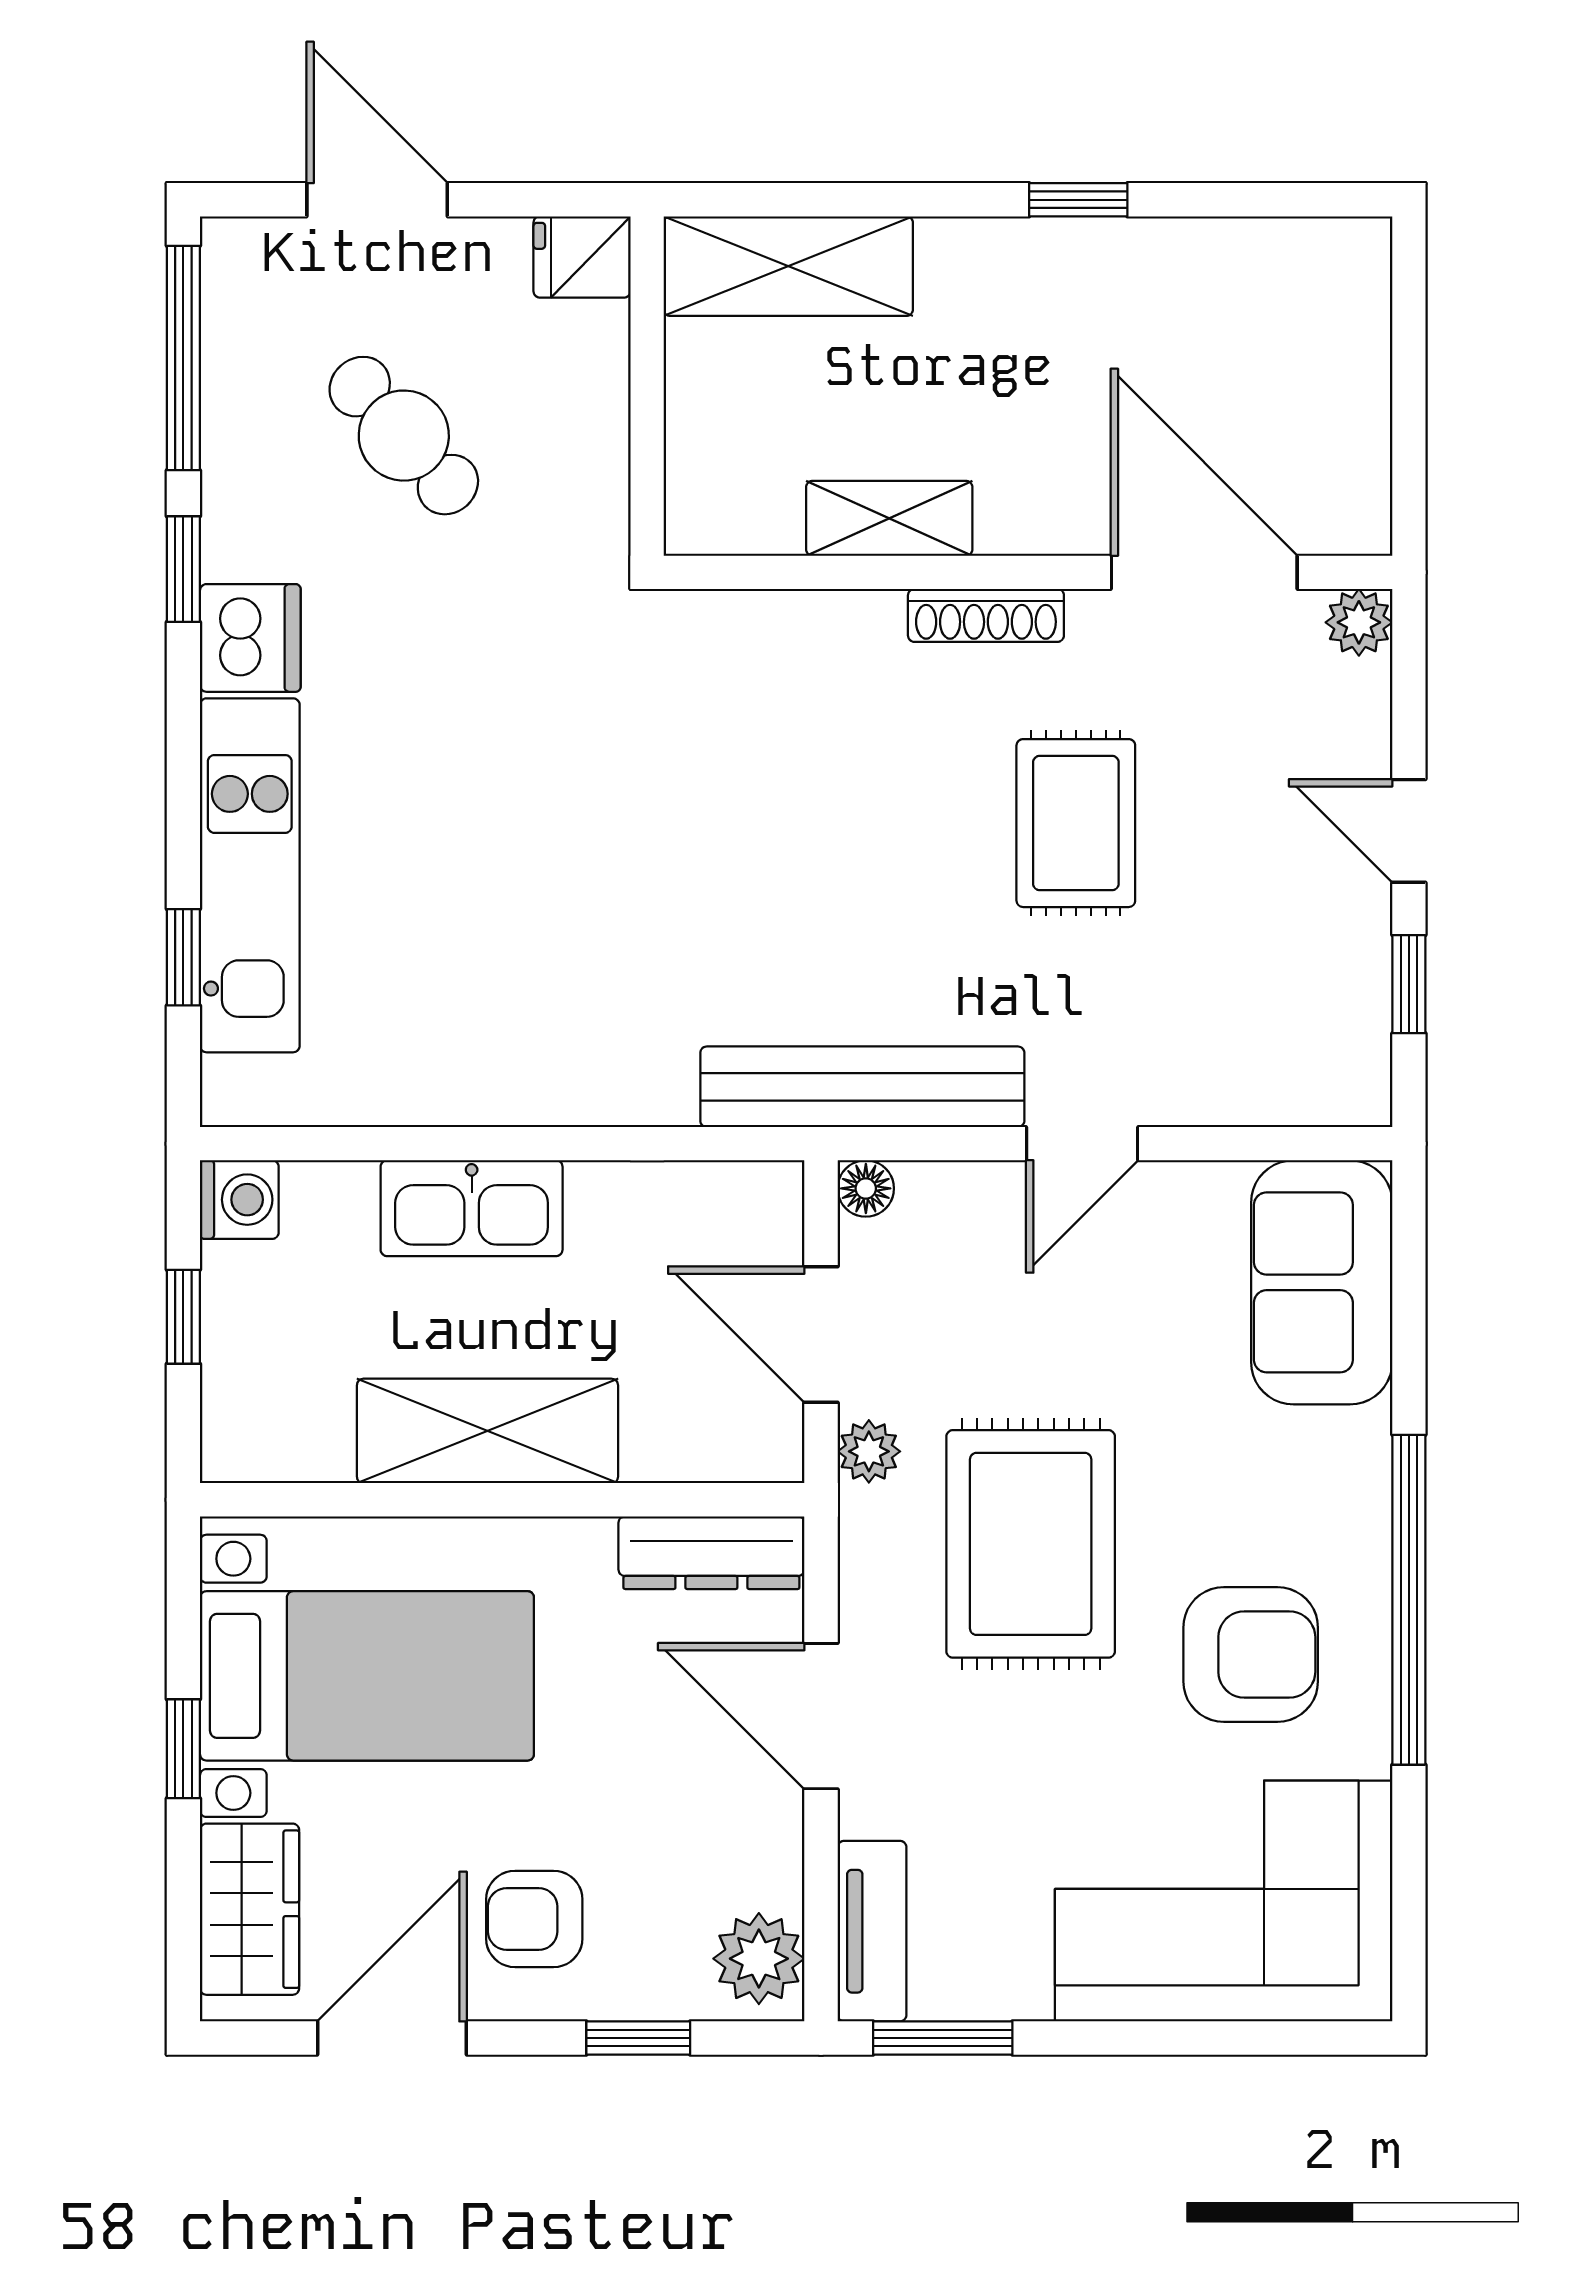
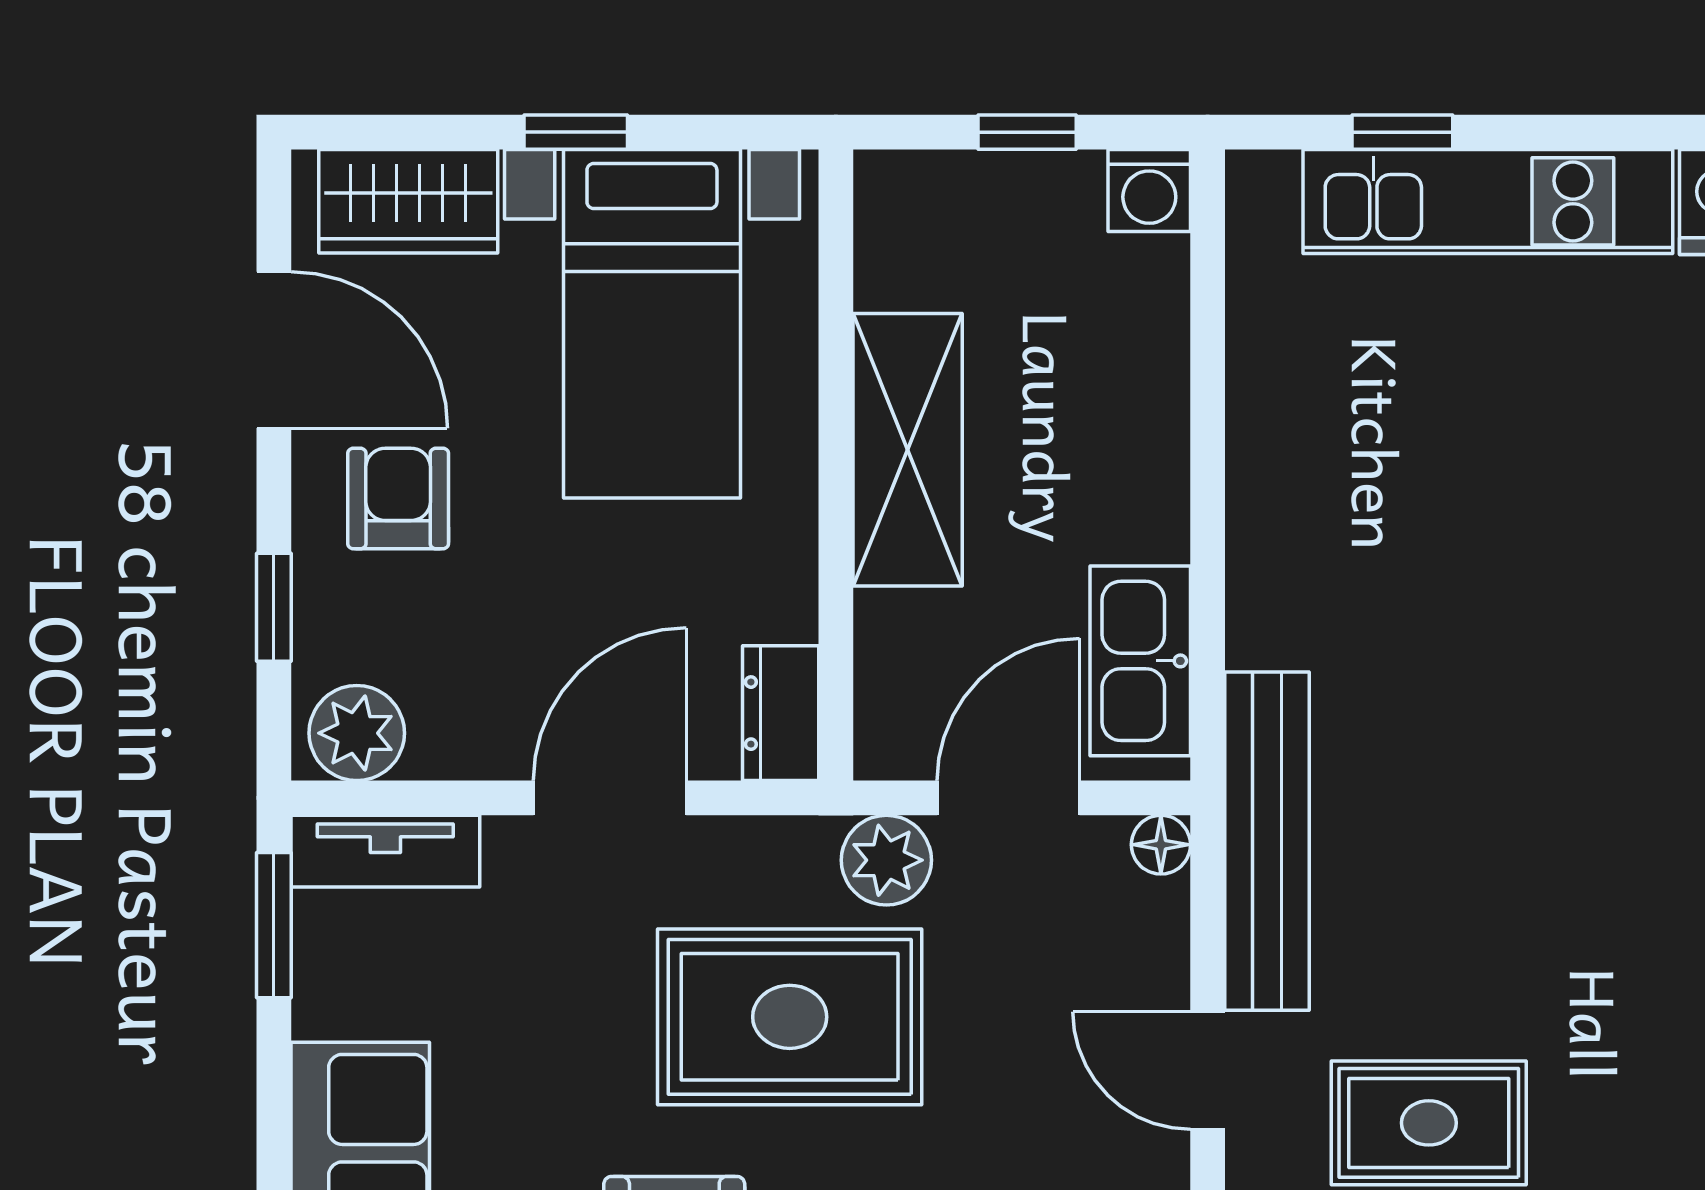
rug: (1076, 823) -> (1429, 1123), moved
kitchen sink: (472, 1208) -> (1140, 661), moved
plant: (869, 1451) -> (886, 860), width x1.38, depth x1.38
dresser: (711, 1553) -> (781, 713), width x0.70

